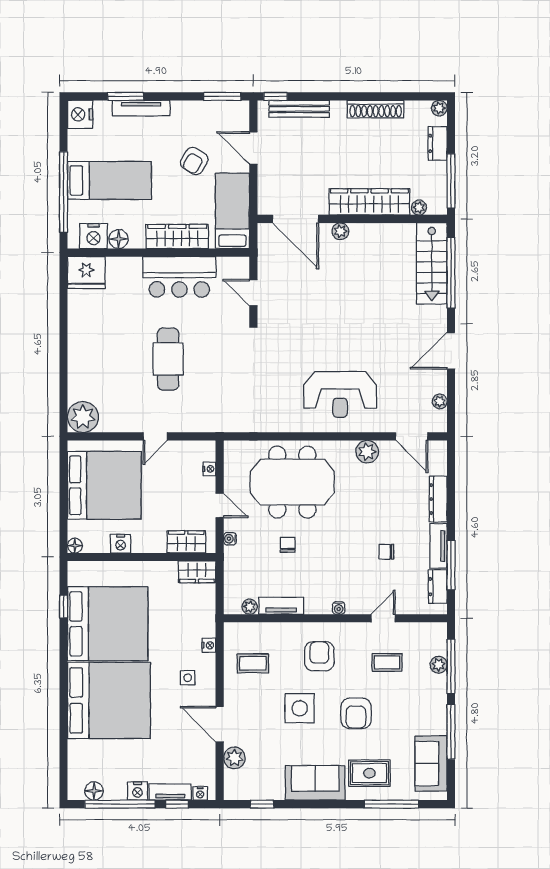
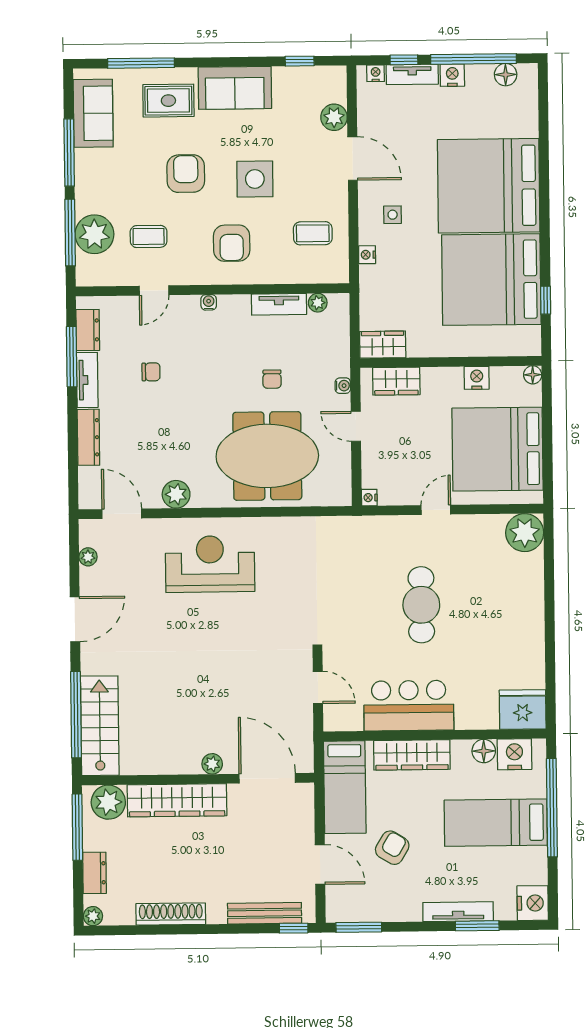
plant: (419, 208) -> (108, 802), width x1.88, depth x1.88
nightstand: (209, 469) -> (369, 498), moved
plant: (439, 665) -> (94, 234), width x1.87, depth x1.87

